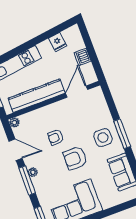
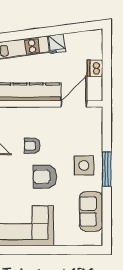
fridge: (58, 42) -> (57, 44), moved

